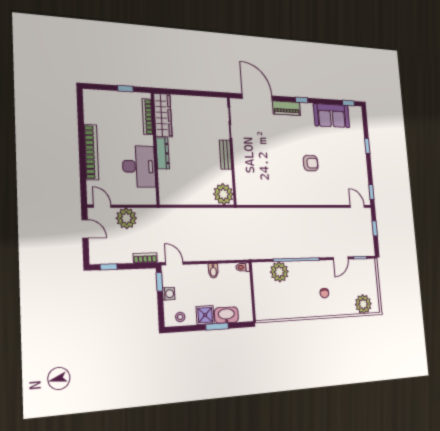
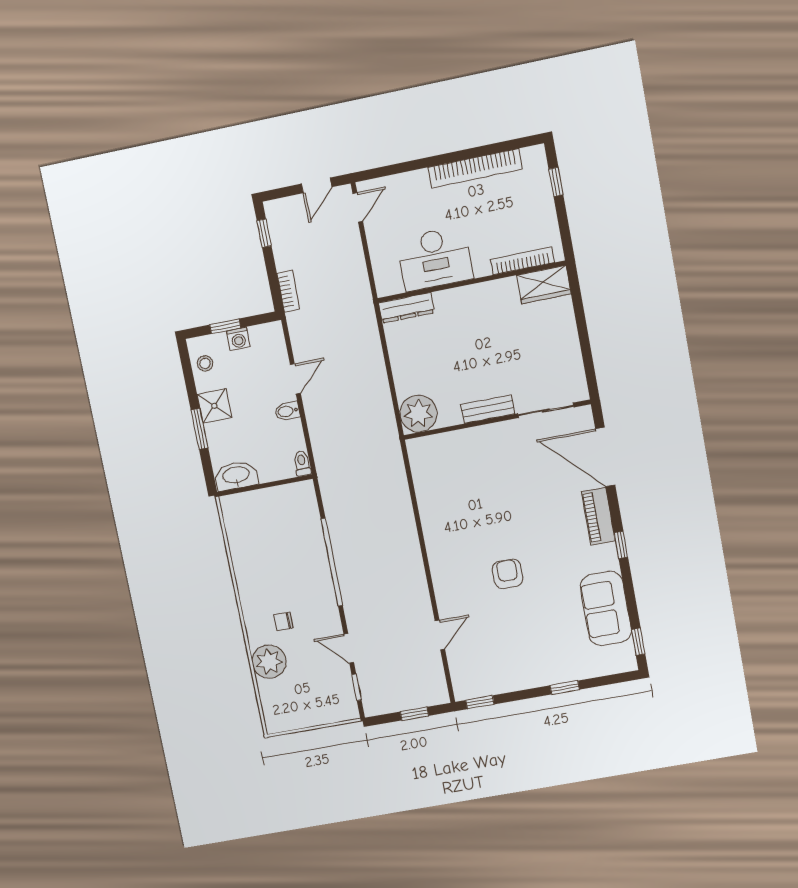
window: (125, 89) -> (556, 182), moved
door: (257, 97) -> (605, 457), swing flipped
wardrobe: (163, 115) -> (544, 285), width x0.67
bookcase: (91, 152) -> (475, 168), moved
dresser: (163, 153) -> (406, 308), moved
armchair: (311, 163) -> (508, 574), turned 180
door: (357, 206) -> (440, 635), moved
plant: (126, 218) -> (346, 250), removed
door: (174, 263) -> (295, 379), moved
plant: (279, 272) -> (306, 532), removed
window: (159, 282) -> (225, 326), moved
plant: (363, 304) -> (269, 662), moved
washbasin: (226, 315) -> (236, 476), moved, turned -90

